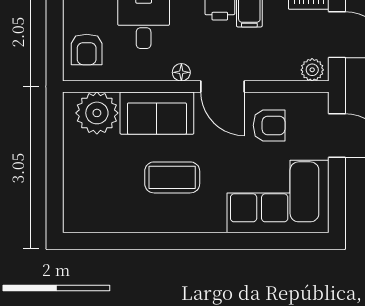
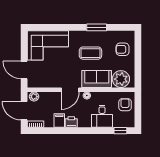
door: (223, 86) -> (70, 90), swing flipped
armchair: (269, 125) -> (123, 49), moved
window: (157, 241) -> (97, 27), added

